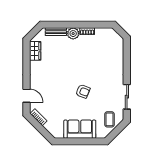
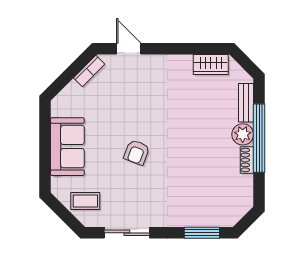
window: (75, 25) -> (259, 138), added
window: (127, 56) -> (202, 233), added
door: (26, 96) -> (129, 49), swing flipped

